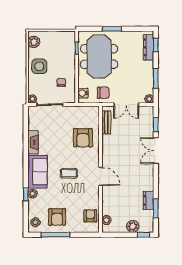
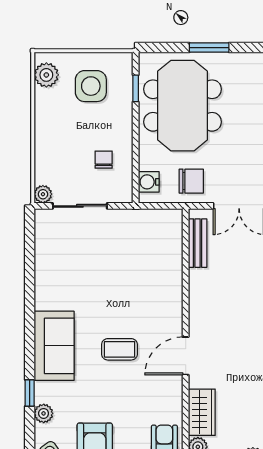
side table: (39, 66) -> (91, 86), moved
armchair: (83, 138) -> (149, 275), removed
fireplace: (33, 142) -> (45, 285), removed
door: (101, 176) -> (186, 356), swing flipped
plant: (32, 194) -> (44, 413), moved
wardrobe: (108, 203) -> (202, 412), added

